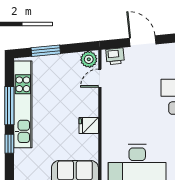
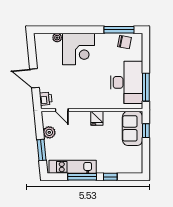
door: (143, 41) -> (34, 78), hinge flipped
plant: (89, 59) -> (49, 132), moved
kitchen unit: (23, 104) -> (73, 167), width x0.73

